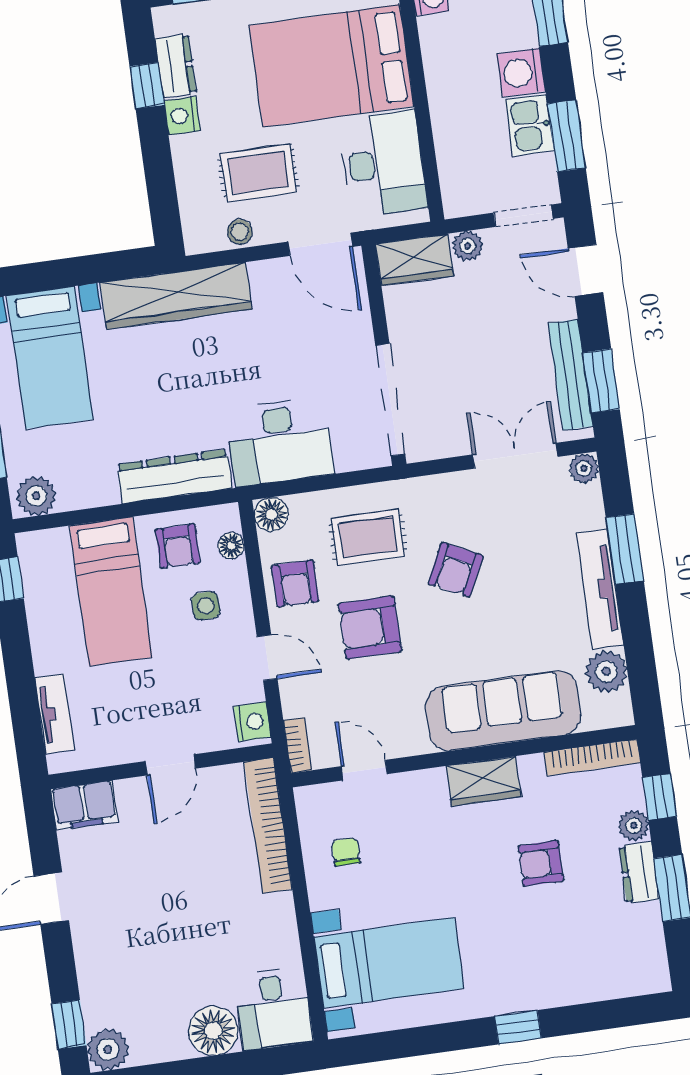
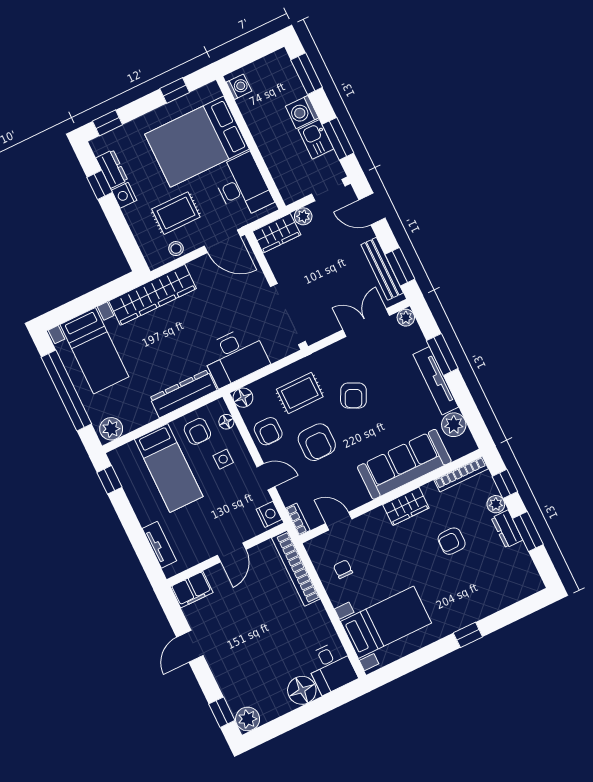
armchair: (370, 627) -> (317, 442), turned -90

